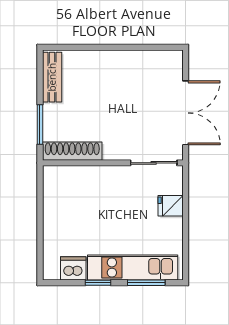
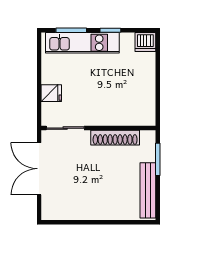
bench: (52, 77) -> (148, 190), width x1.36
shoe rack: (72, 151) -> (115, 138), moved
dishwasher: (73, 268) -> (145, 42), moved

